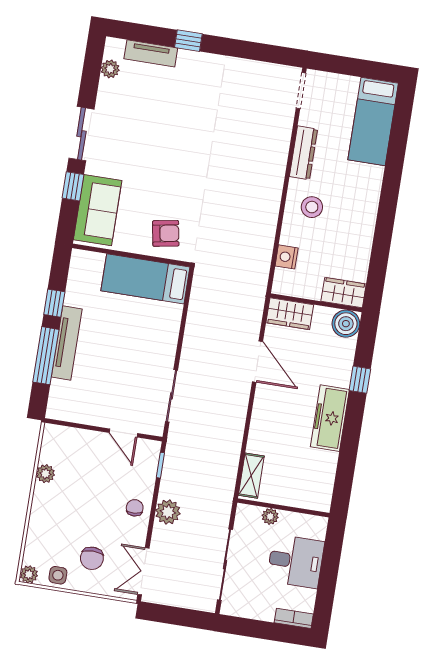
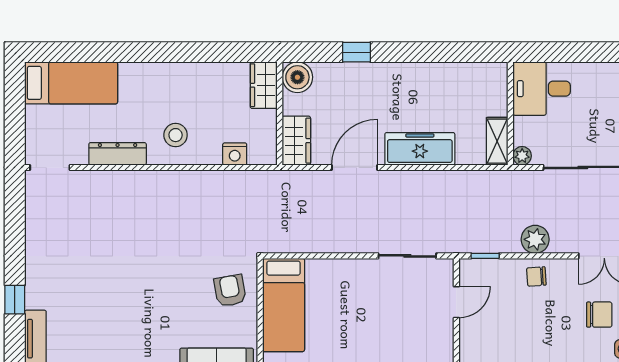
freezer: (330, 418) -> (420, 149), moved, turned 180
shelving: (251, 476) -> (497, 141), moved, turned 90
plant: (270, 516) -> (522, 156), moved
desk: (296, 561) -> (542, 89), moved, turned -90

